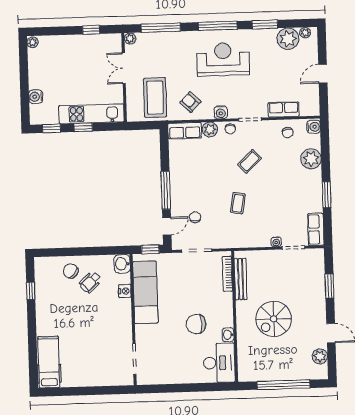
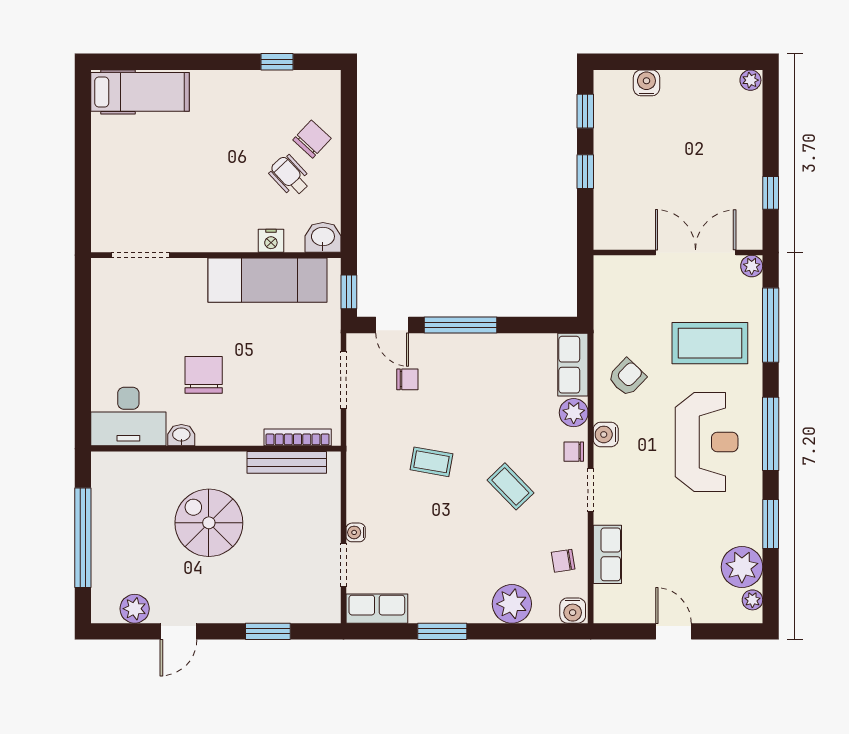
double door: (124, 68) -> (696, 252), width x1.37
coffee table: (155, 98) -> (710, 343), moved
kitchen unit: (91, 114) -> (611, 188), removed

